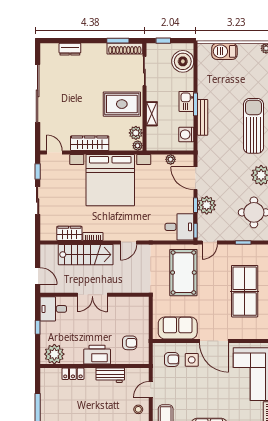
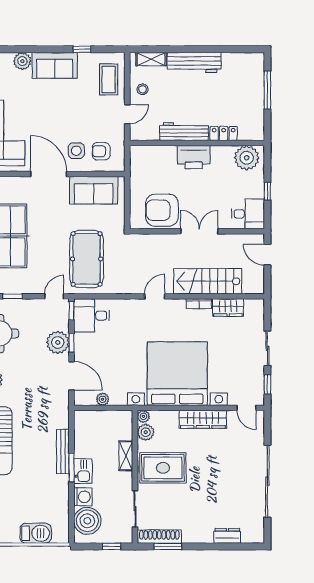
washing machine: (186, 135) -> (83, 497), moved
armchair: (130, 343) -> (162, 210), moved, width x1.88, depth x1.88
workbench: (110, 375) -> (184, 132), width x1.38

